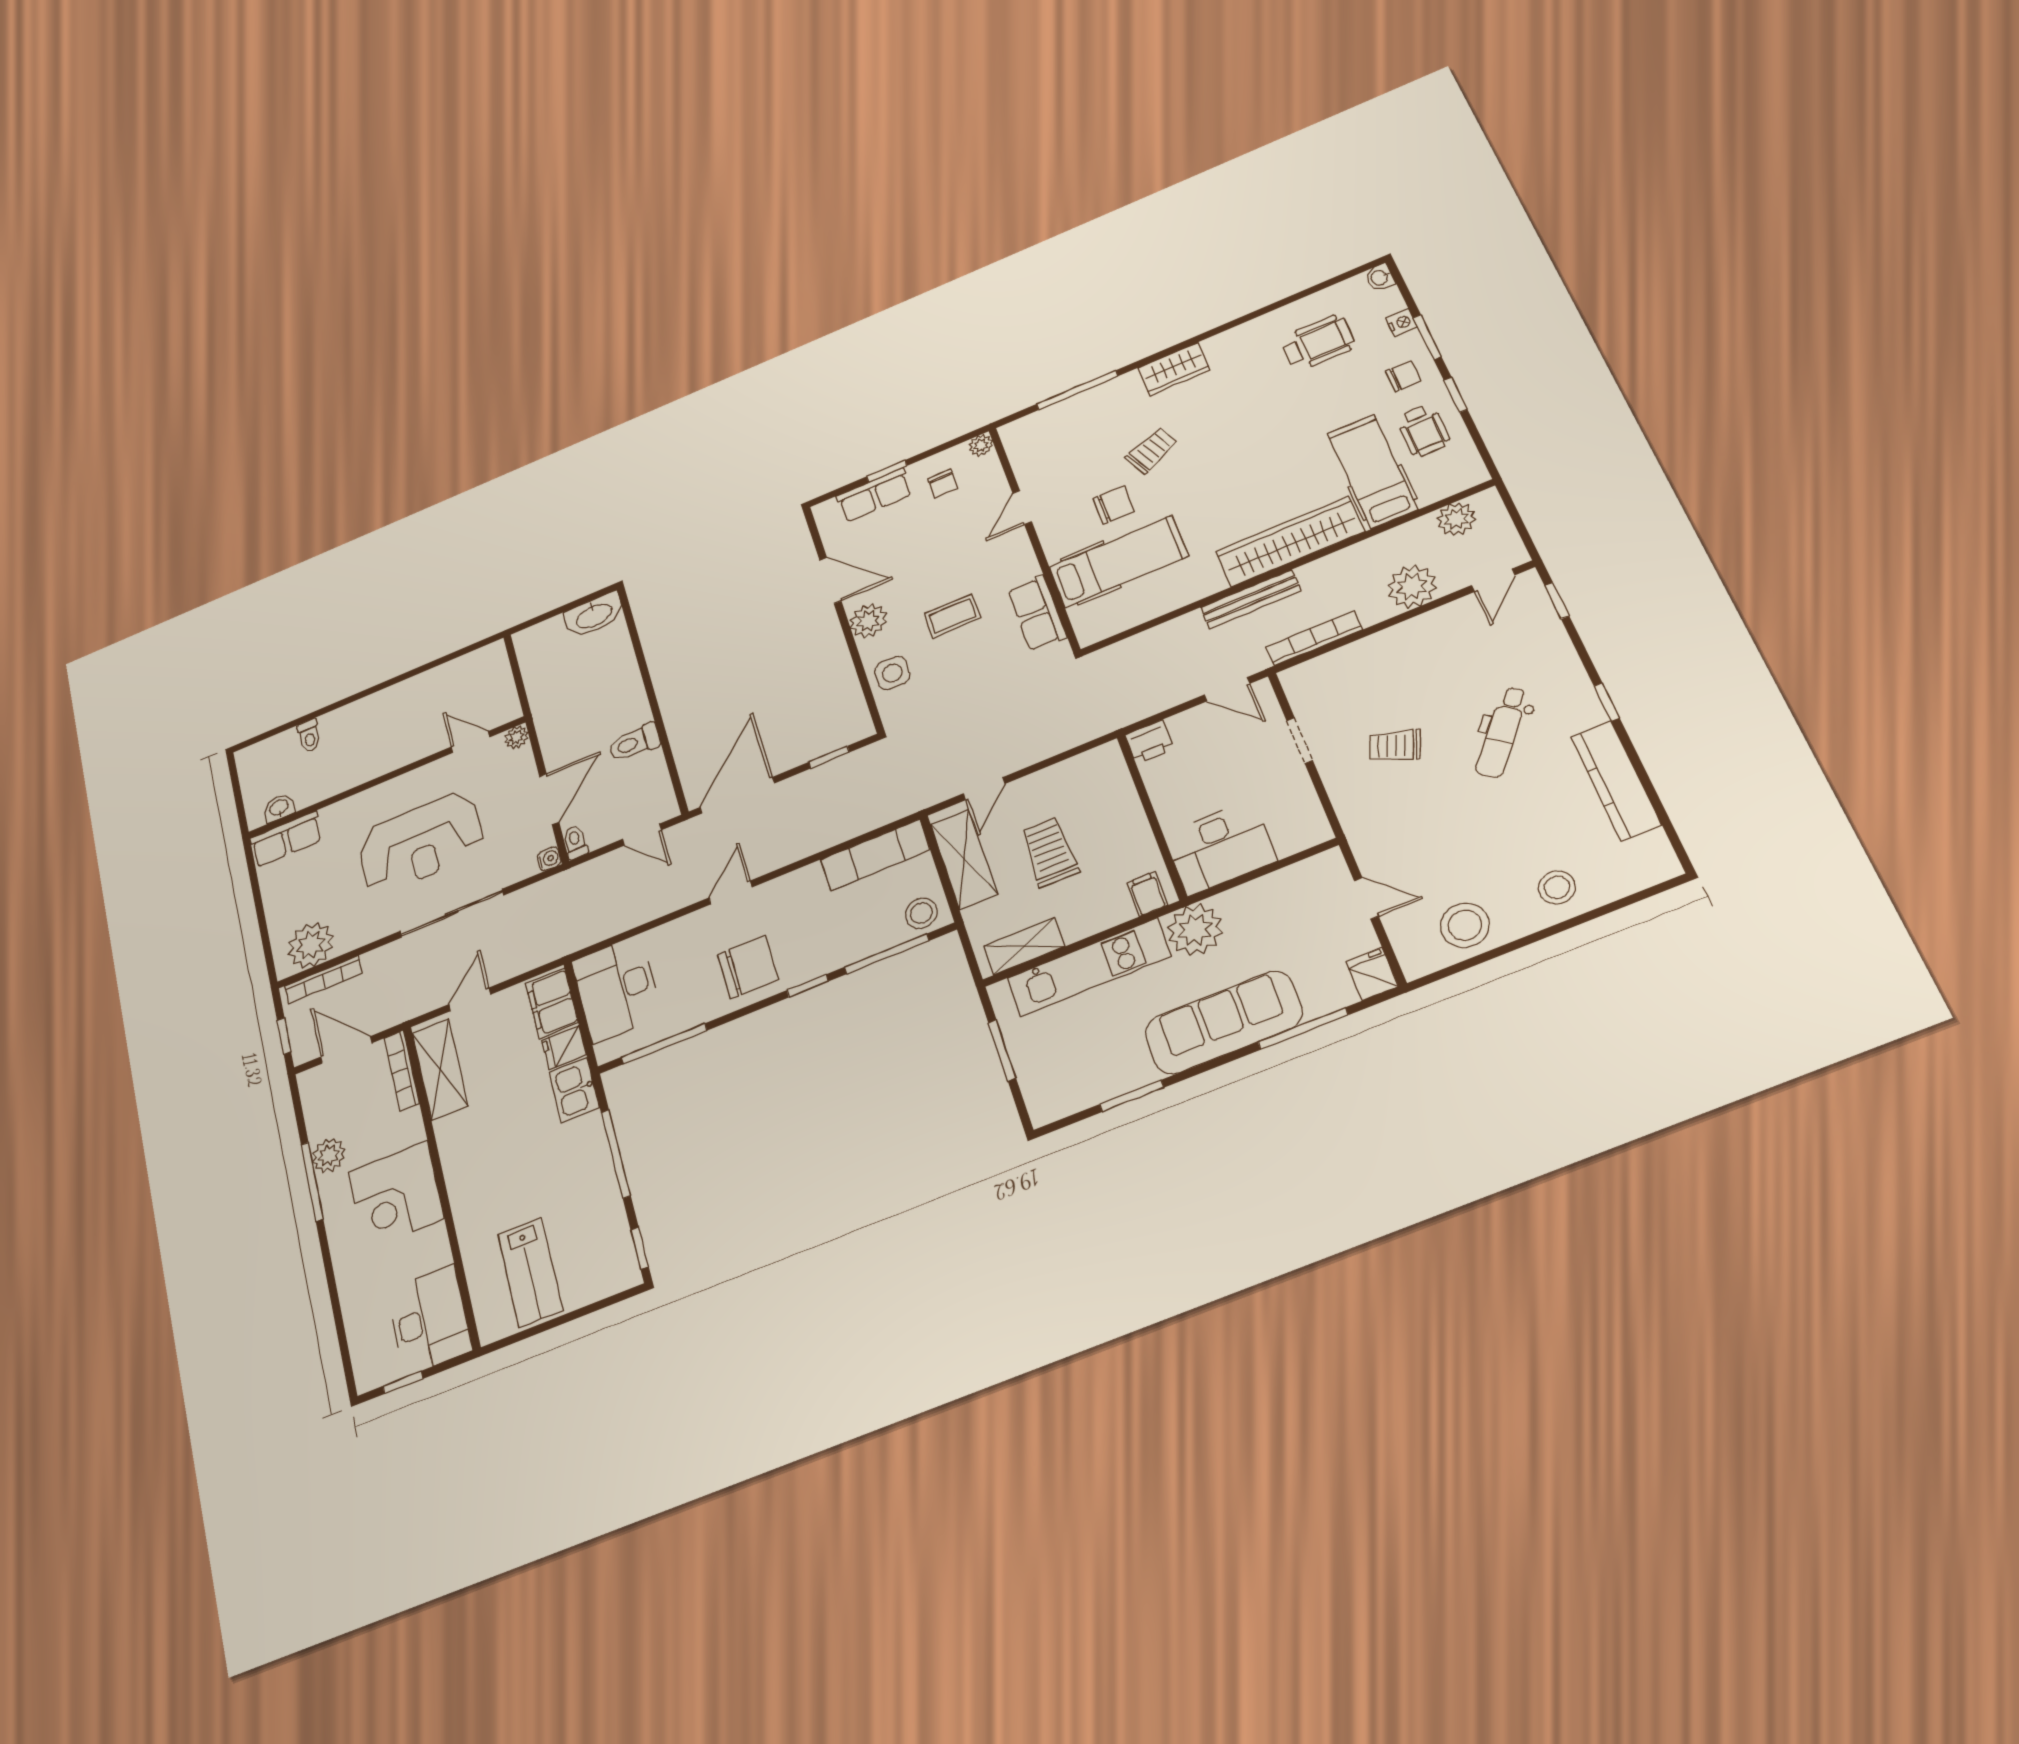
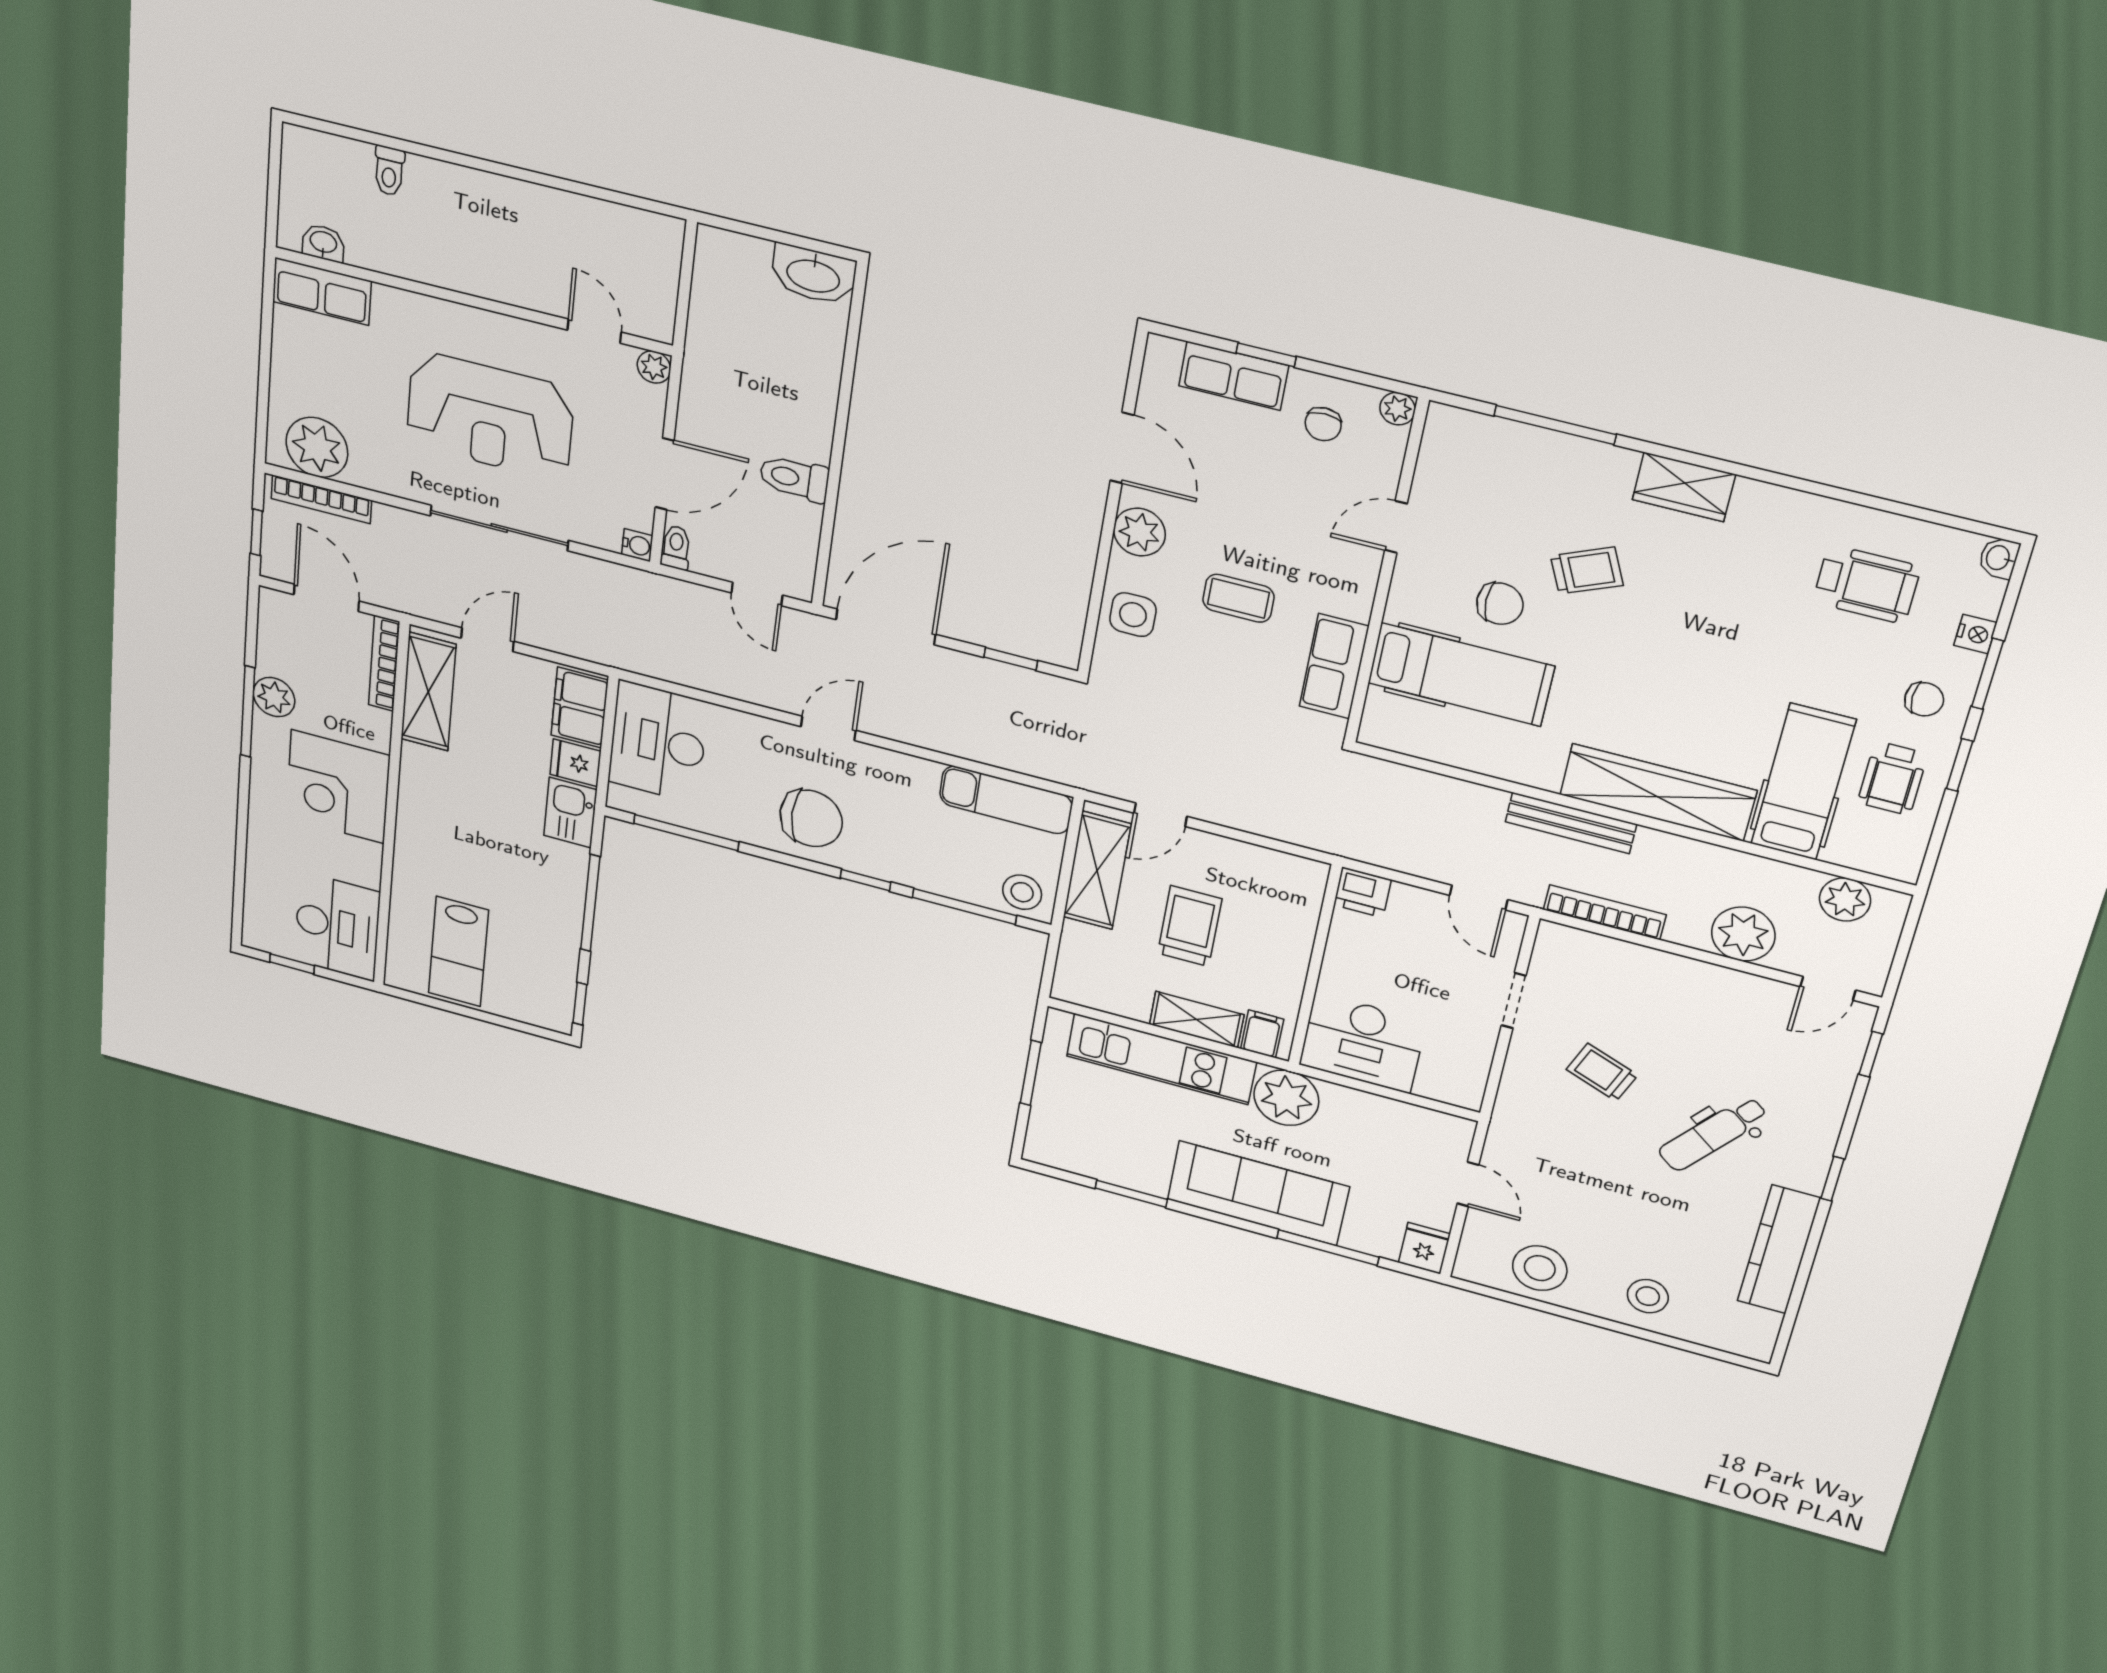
shelving: (1024, 946) -> (1197, 1020), moved

